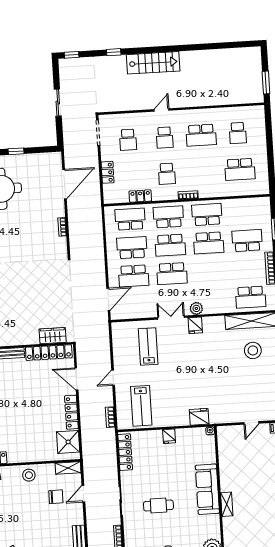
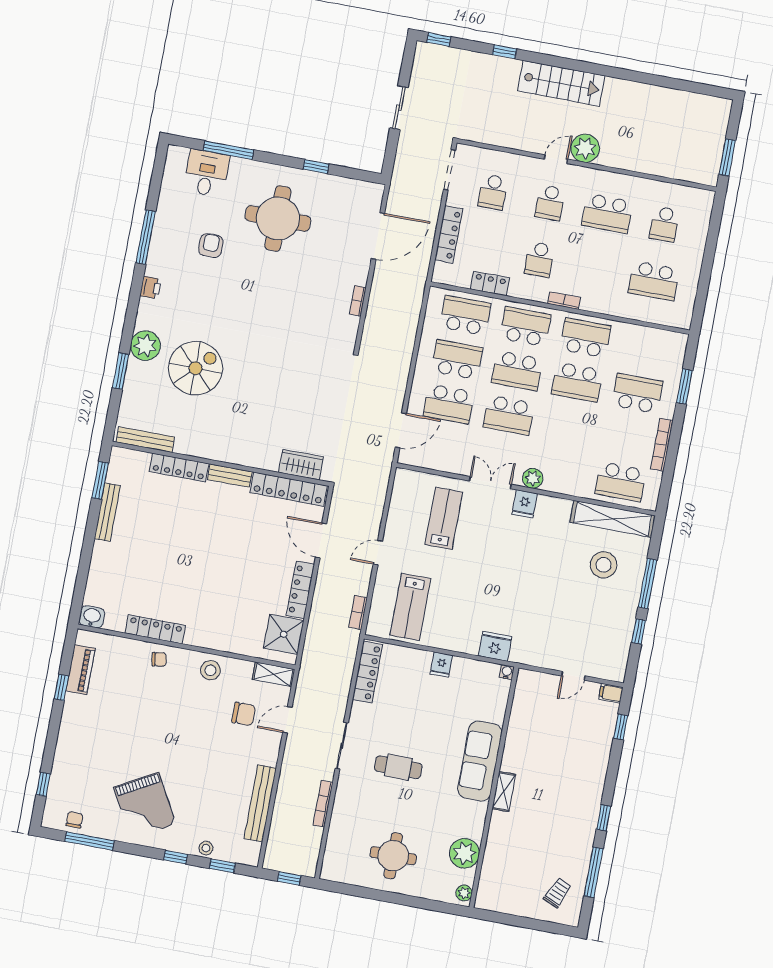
plant: (178, 99) -> (585, 148), added
locker: (108, 172) -> (449, 234), width x1.53

